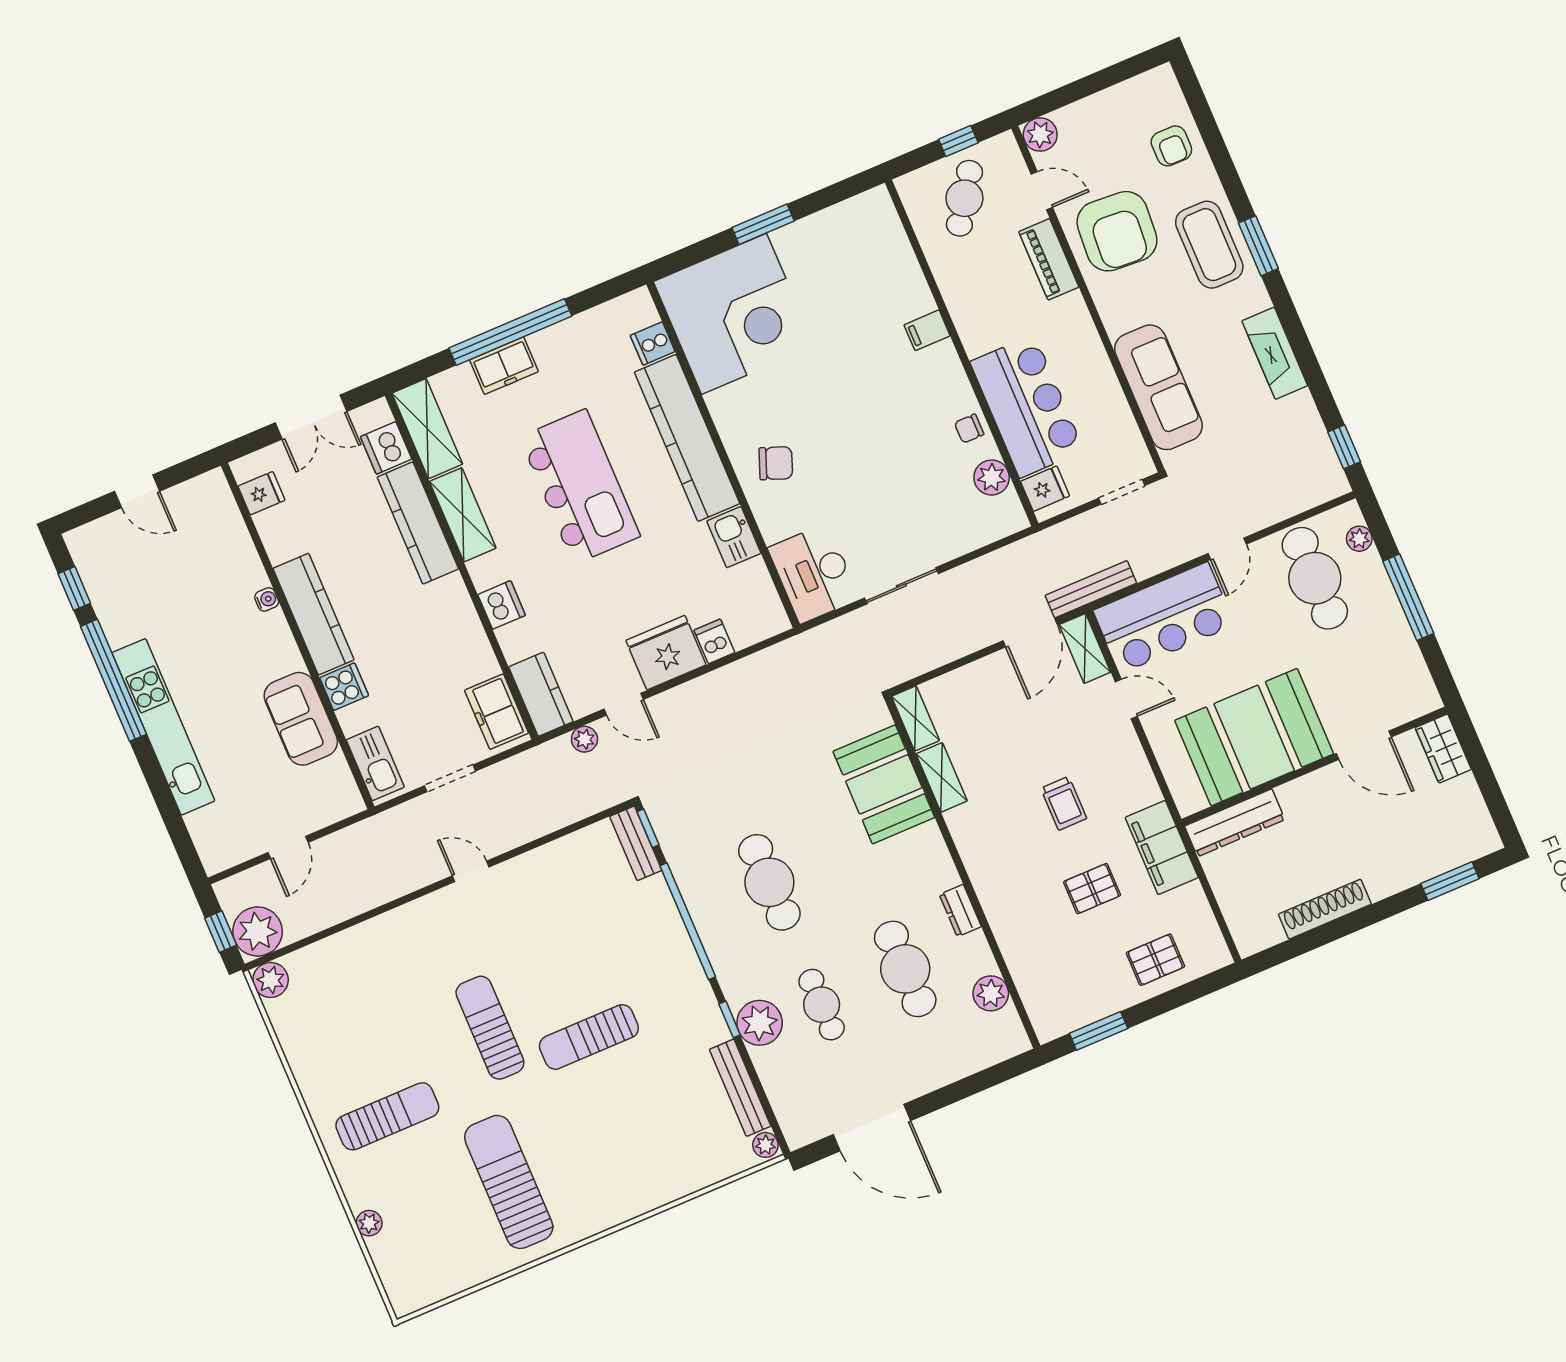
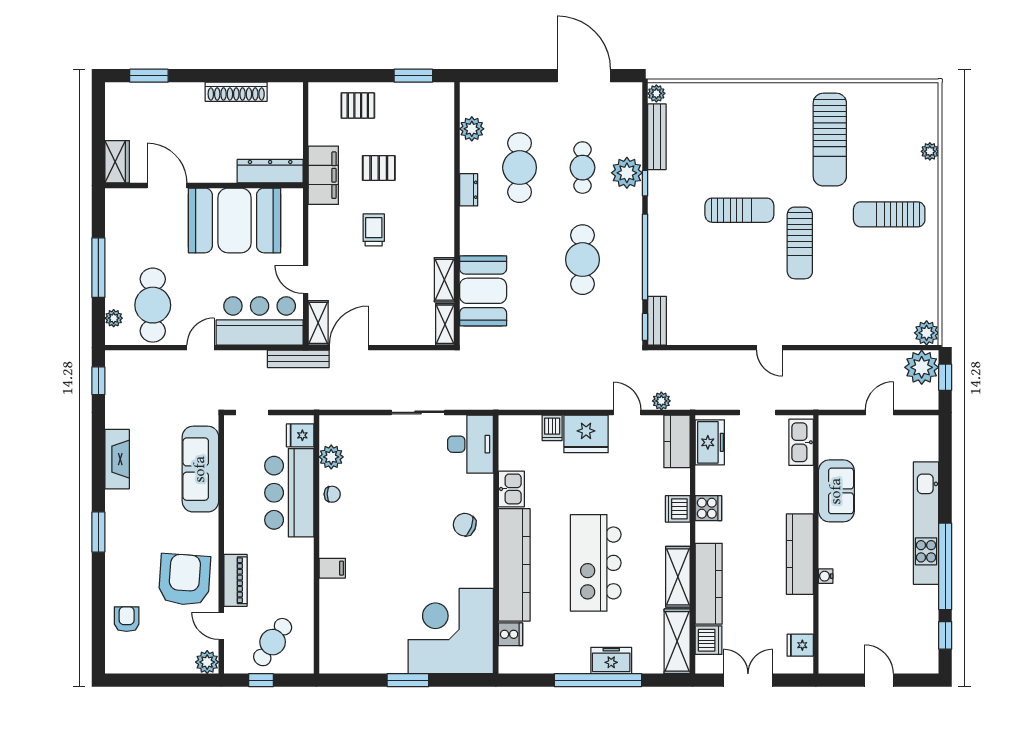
coffee table: (1209, 245) -> (129, 546), removed
cooker: (344, 687) -> (708, 508), moved, turned 180

